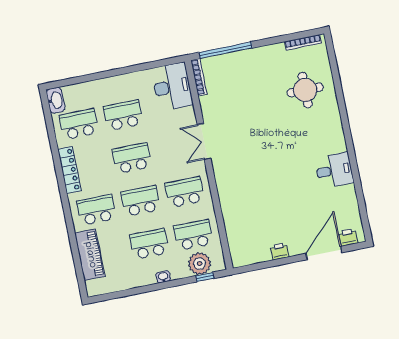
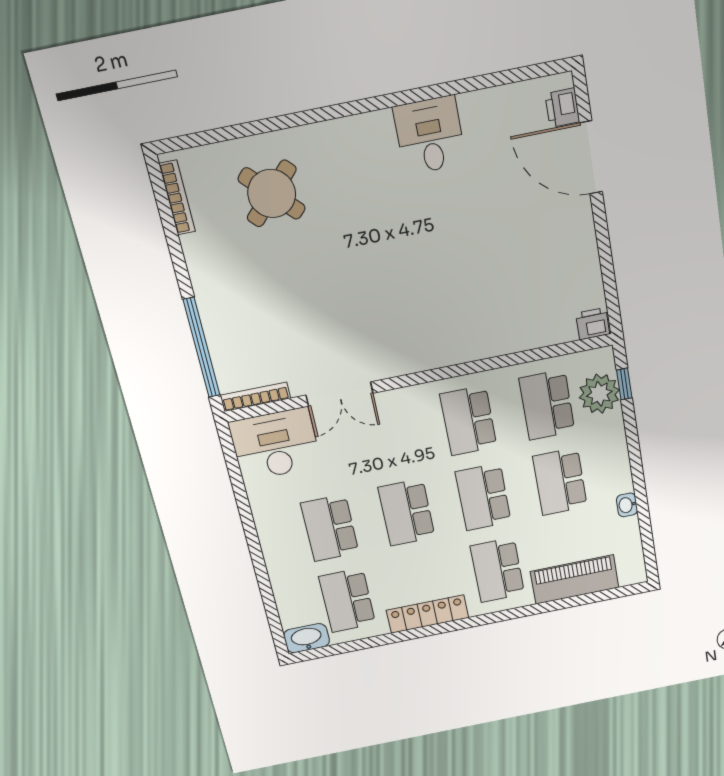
round table: (305, 90) -> (272, 193), turned 45
double door: (204, 141) -> (339, 394), moved
printer: (280, 251) -> (593, 324), moved, turned 90
washbasin: (163, 277) -> (627, 505), moved

